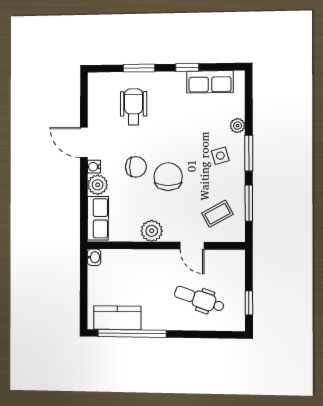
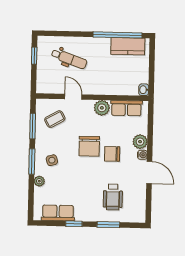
row of seats: (98, 218) -> (126, 108), moved, turned -90

